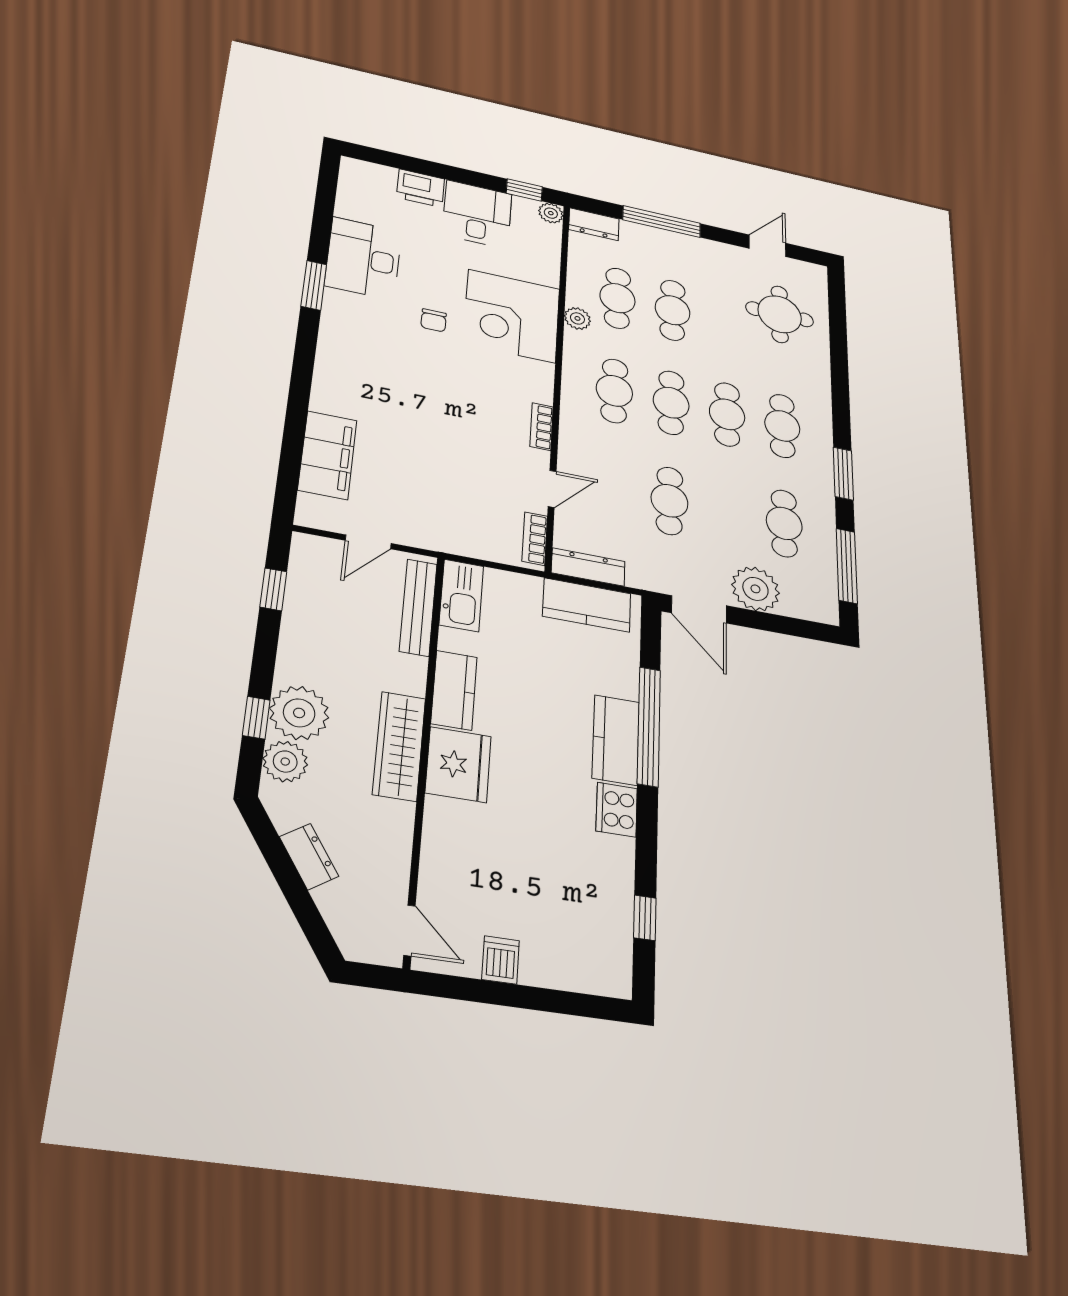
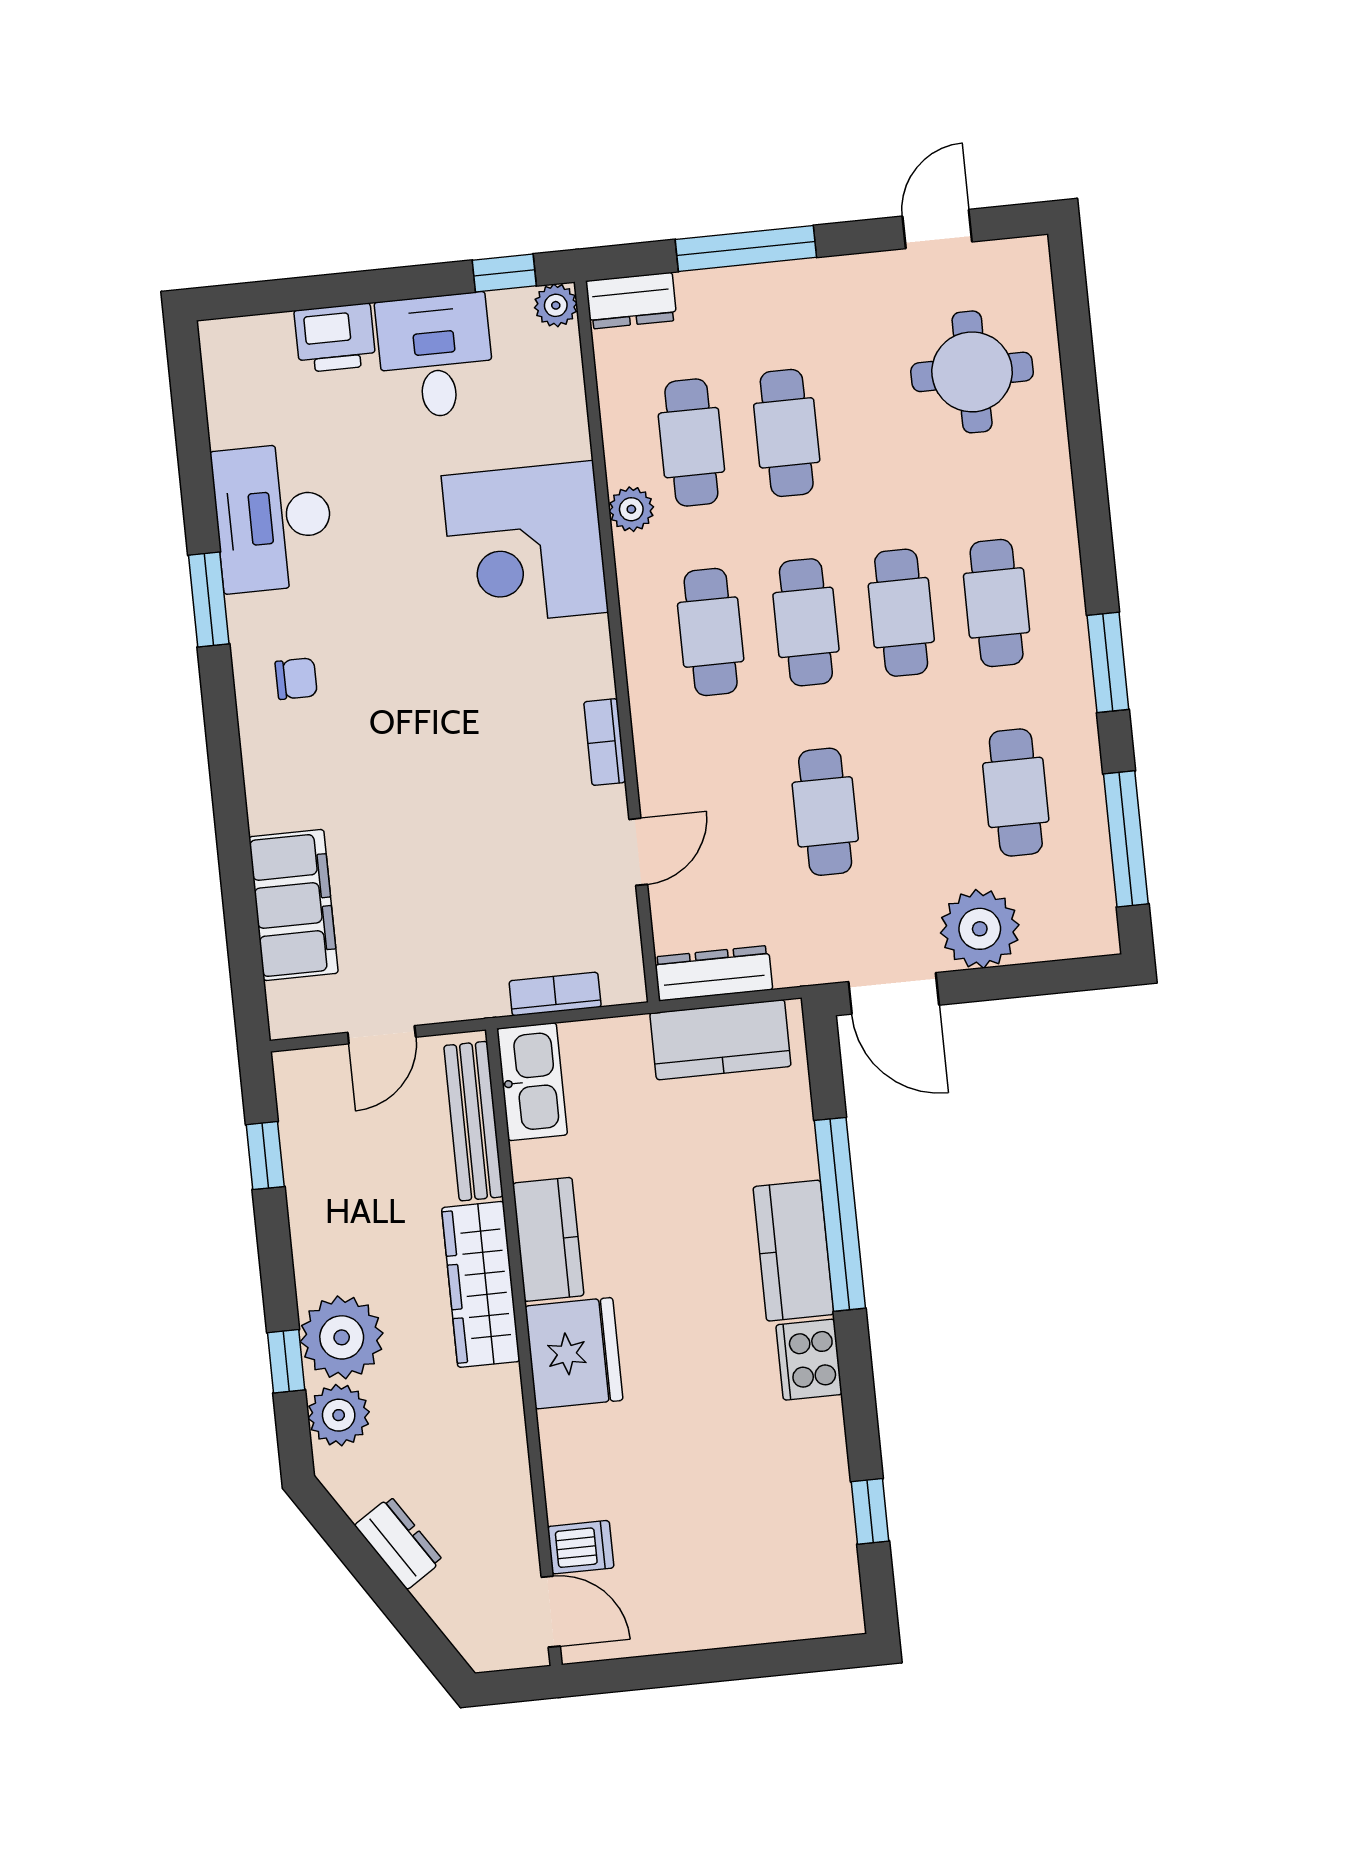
chair: (434, 320) -> (296, 679), moved, turned -90
bookcase: (535, 539) -> (555, 994), moved, turned 90
wardrobe: (399, 746) -> (481, 1284), moved
dishwasher: (501, 960) -> (581, 1547), moved, turned 90

